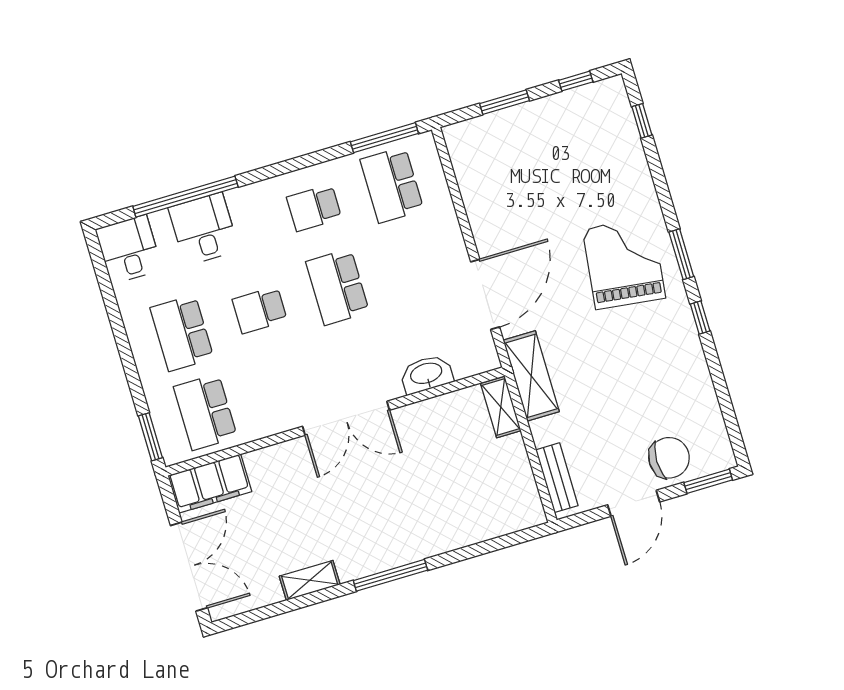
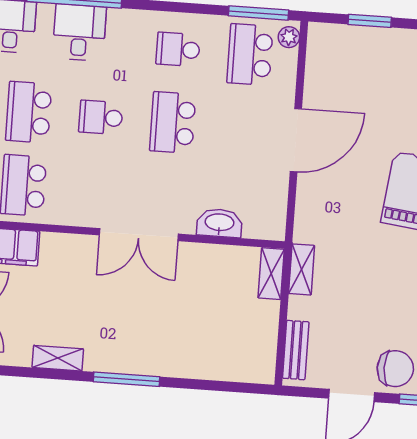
plant: (426, 151) -> (289, 37), added
door: (485, 294) -> (296, 140), moved
shelving: (531, 376) -> (302, 269), width x0.67, depth x0.75

